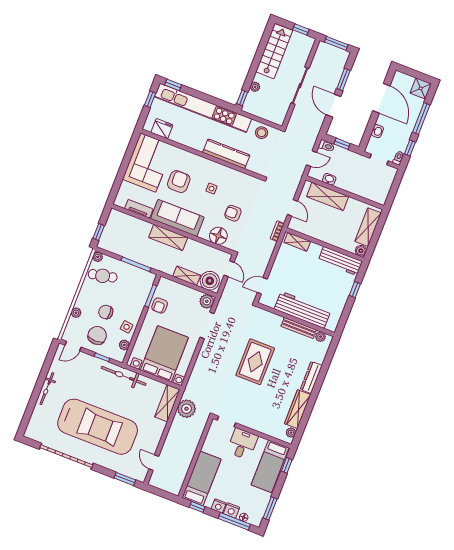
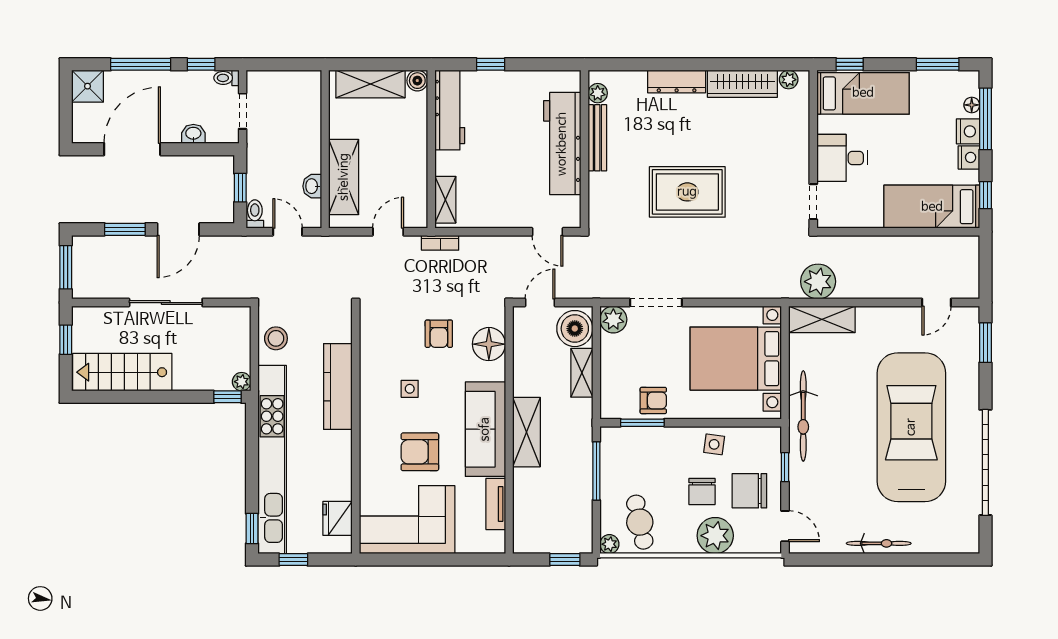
plant: (255, 87) -> (242, 382), moved
plant: (76, 313) -> (715, 536), width x1.88, depth x1.88
plant: (124, 345) -> (748, 436), removed

